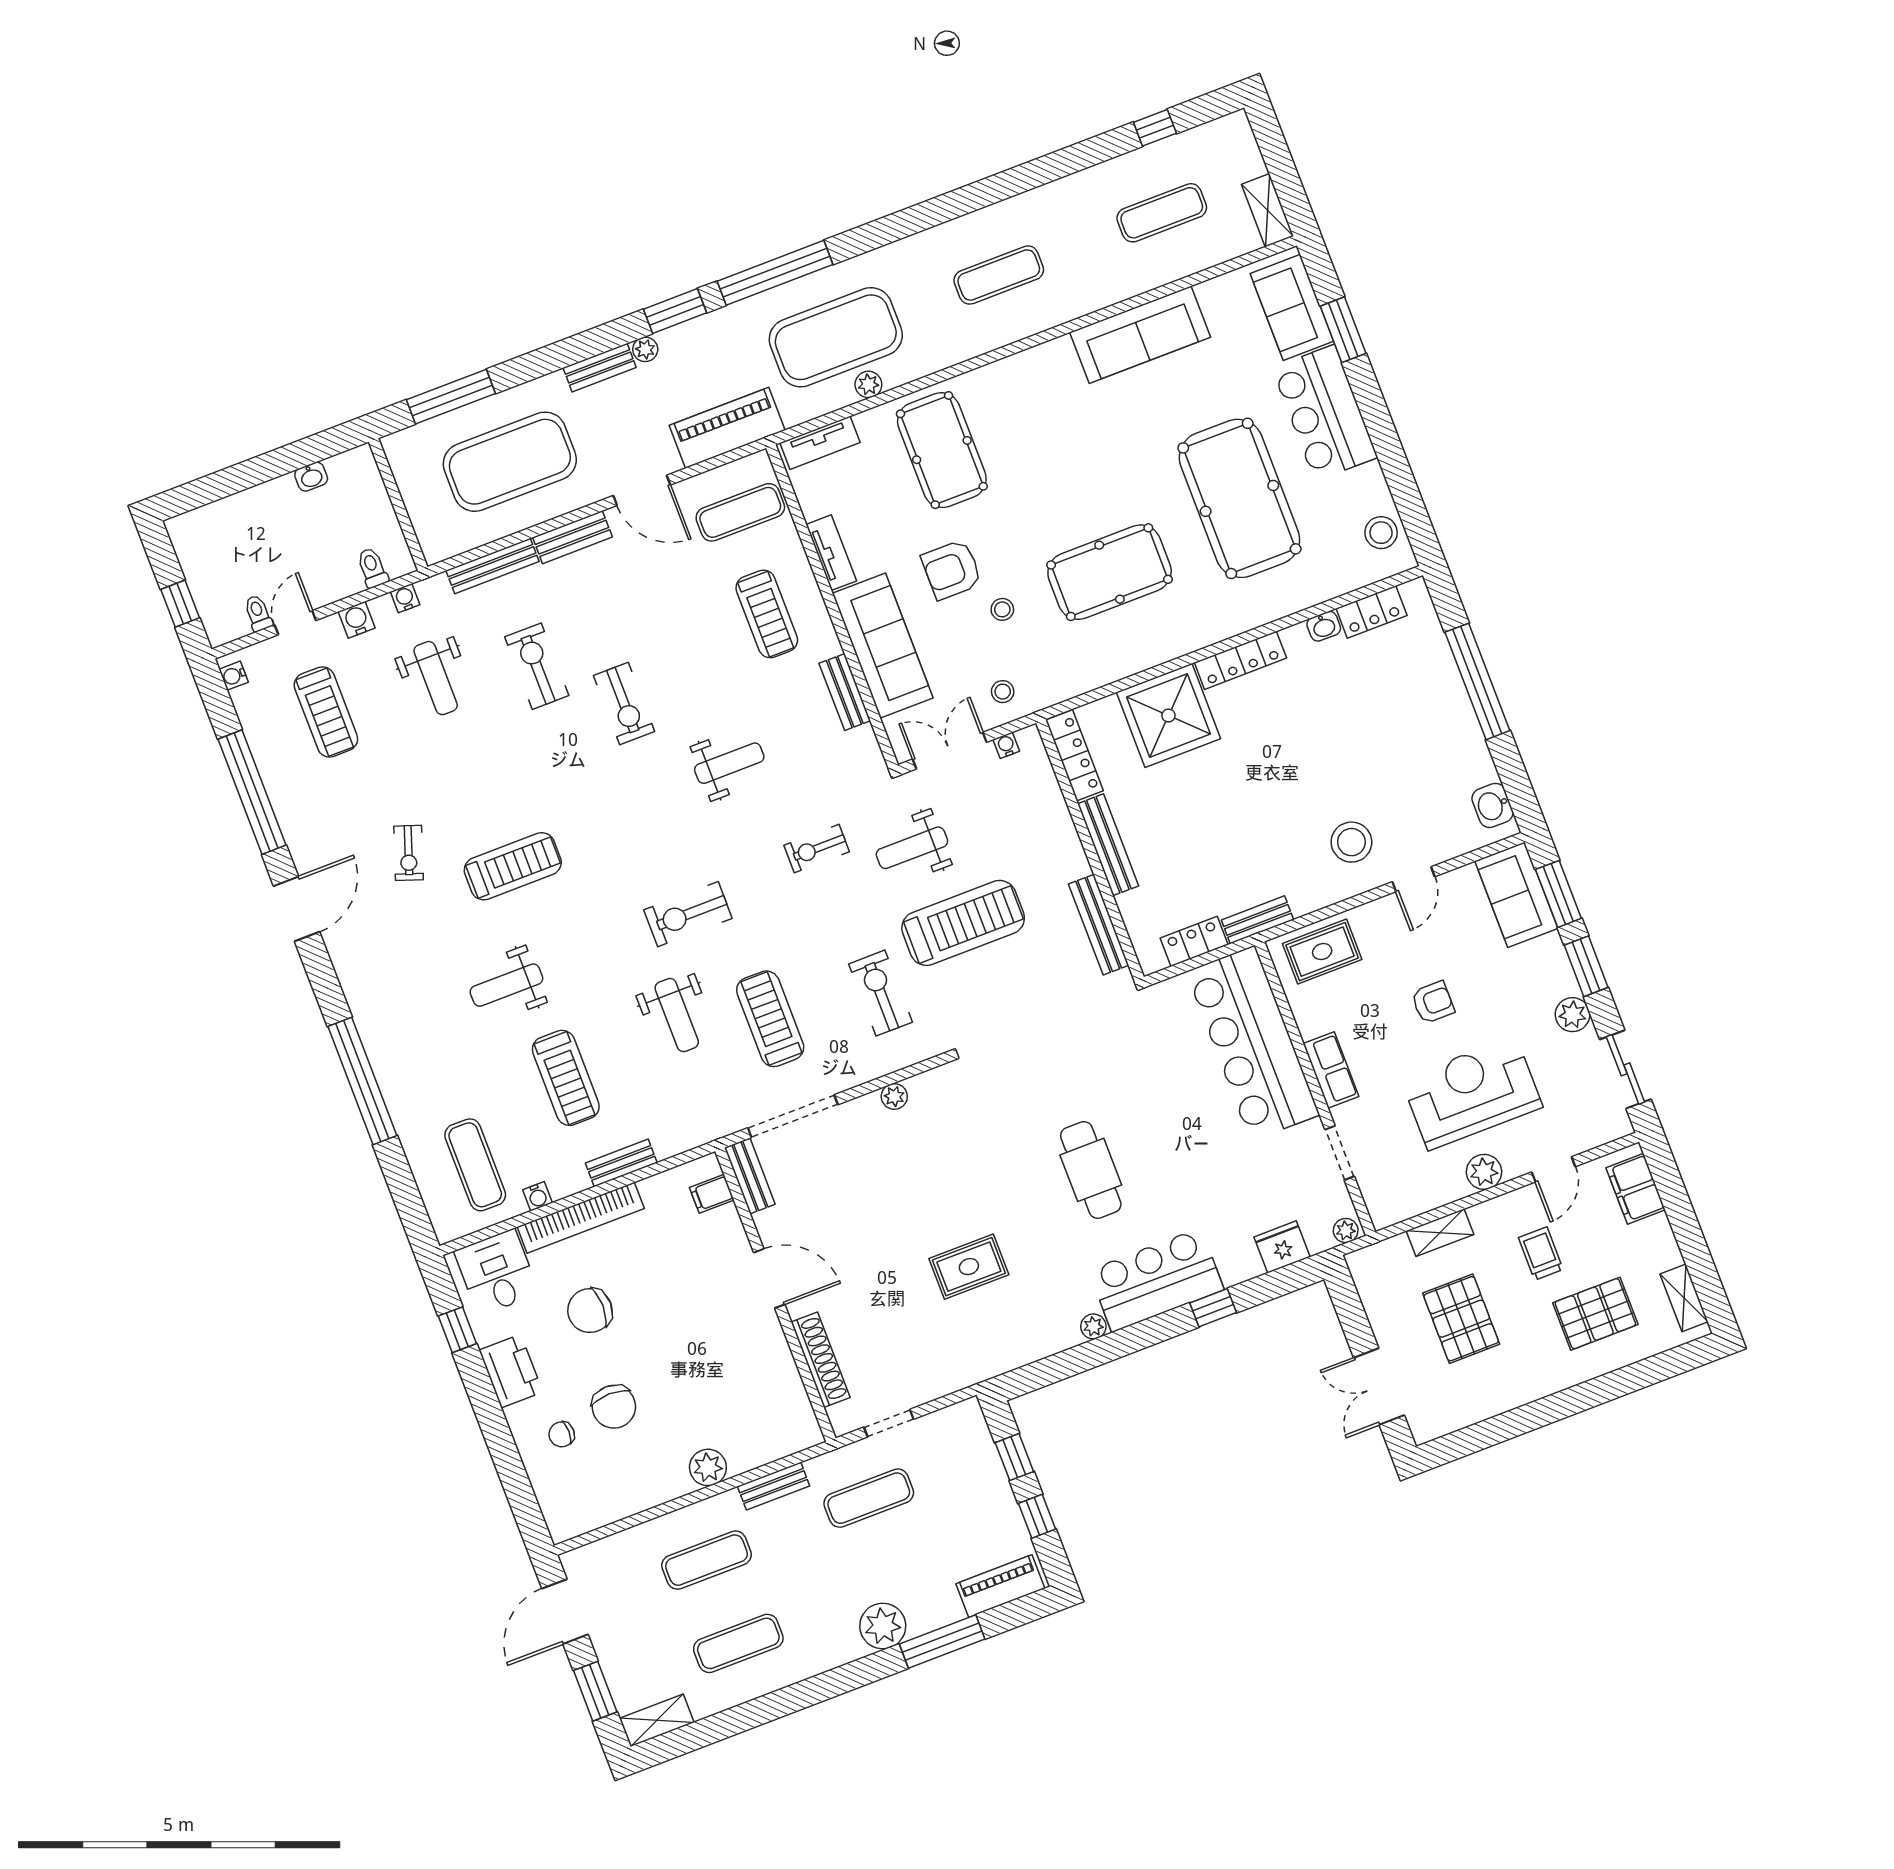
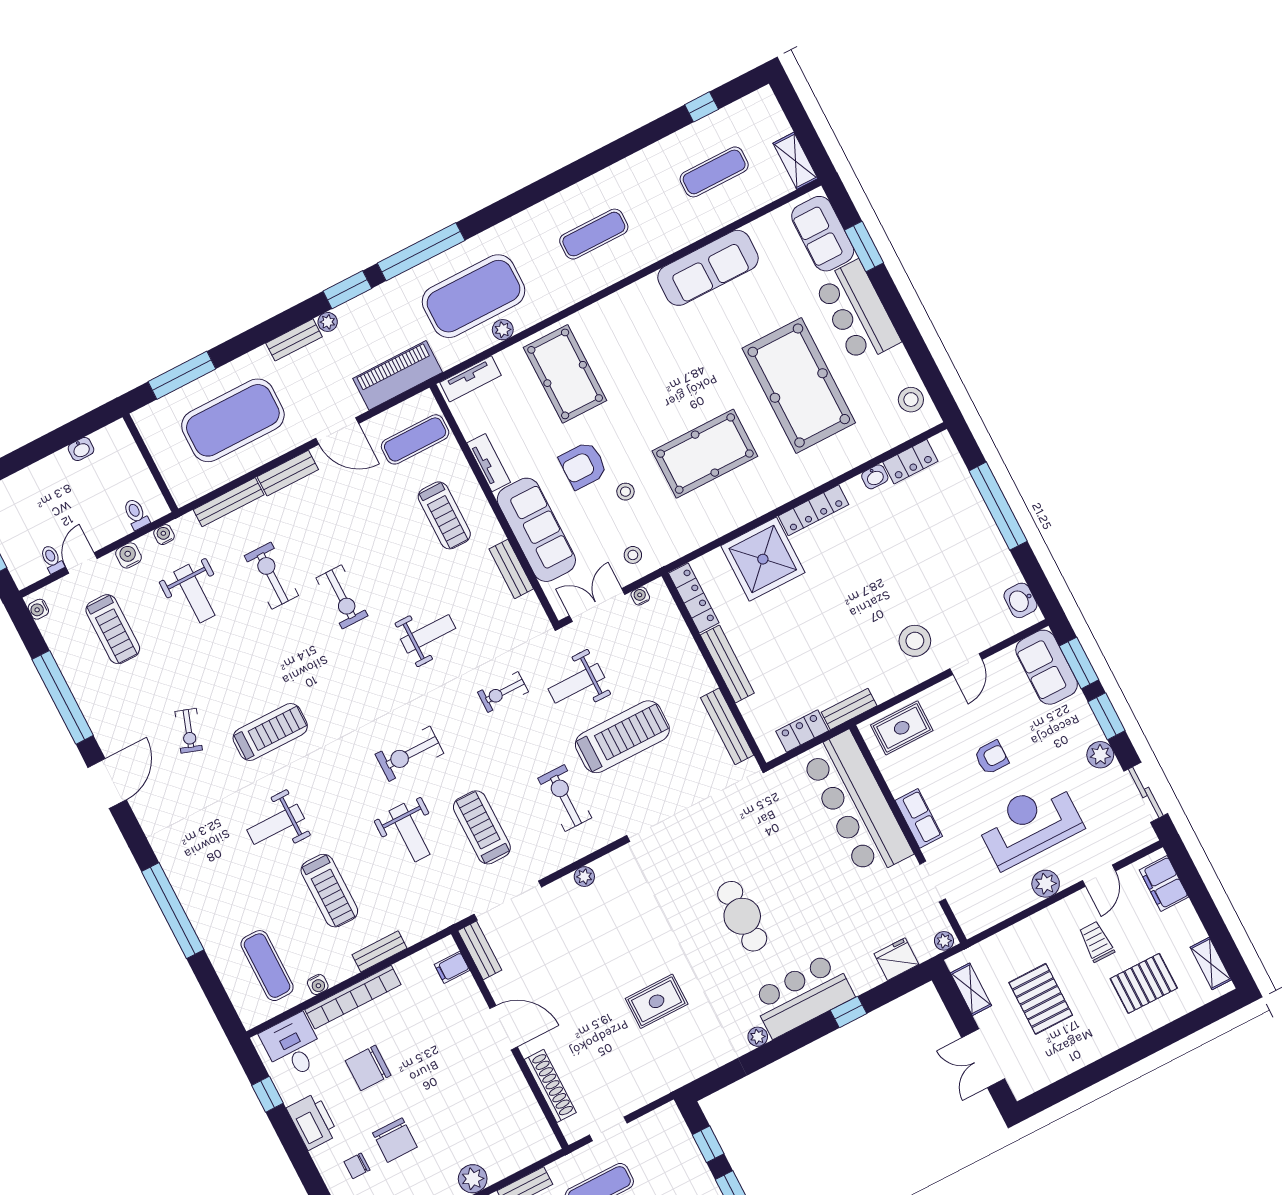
shelving: (1440, 1233) -> (971, 989), moved, turned 90

